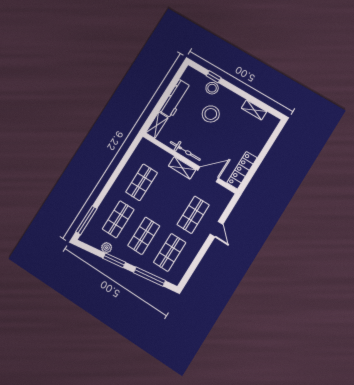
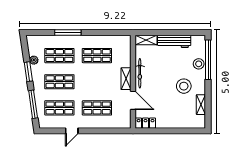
window: (214, 77) -> (208, 60), width x3.17
stool: (211, 114) -> (184, 86), moved
locker: (242, 170) -> (146, 123), width x0.66
window: (86, 220) -> (68, 33), moved
door: (216, 229) -> (72, 131), moved

